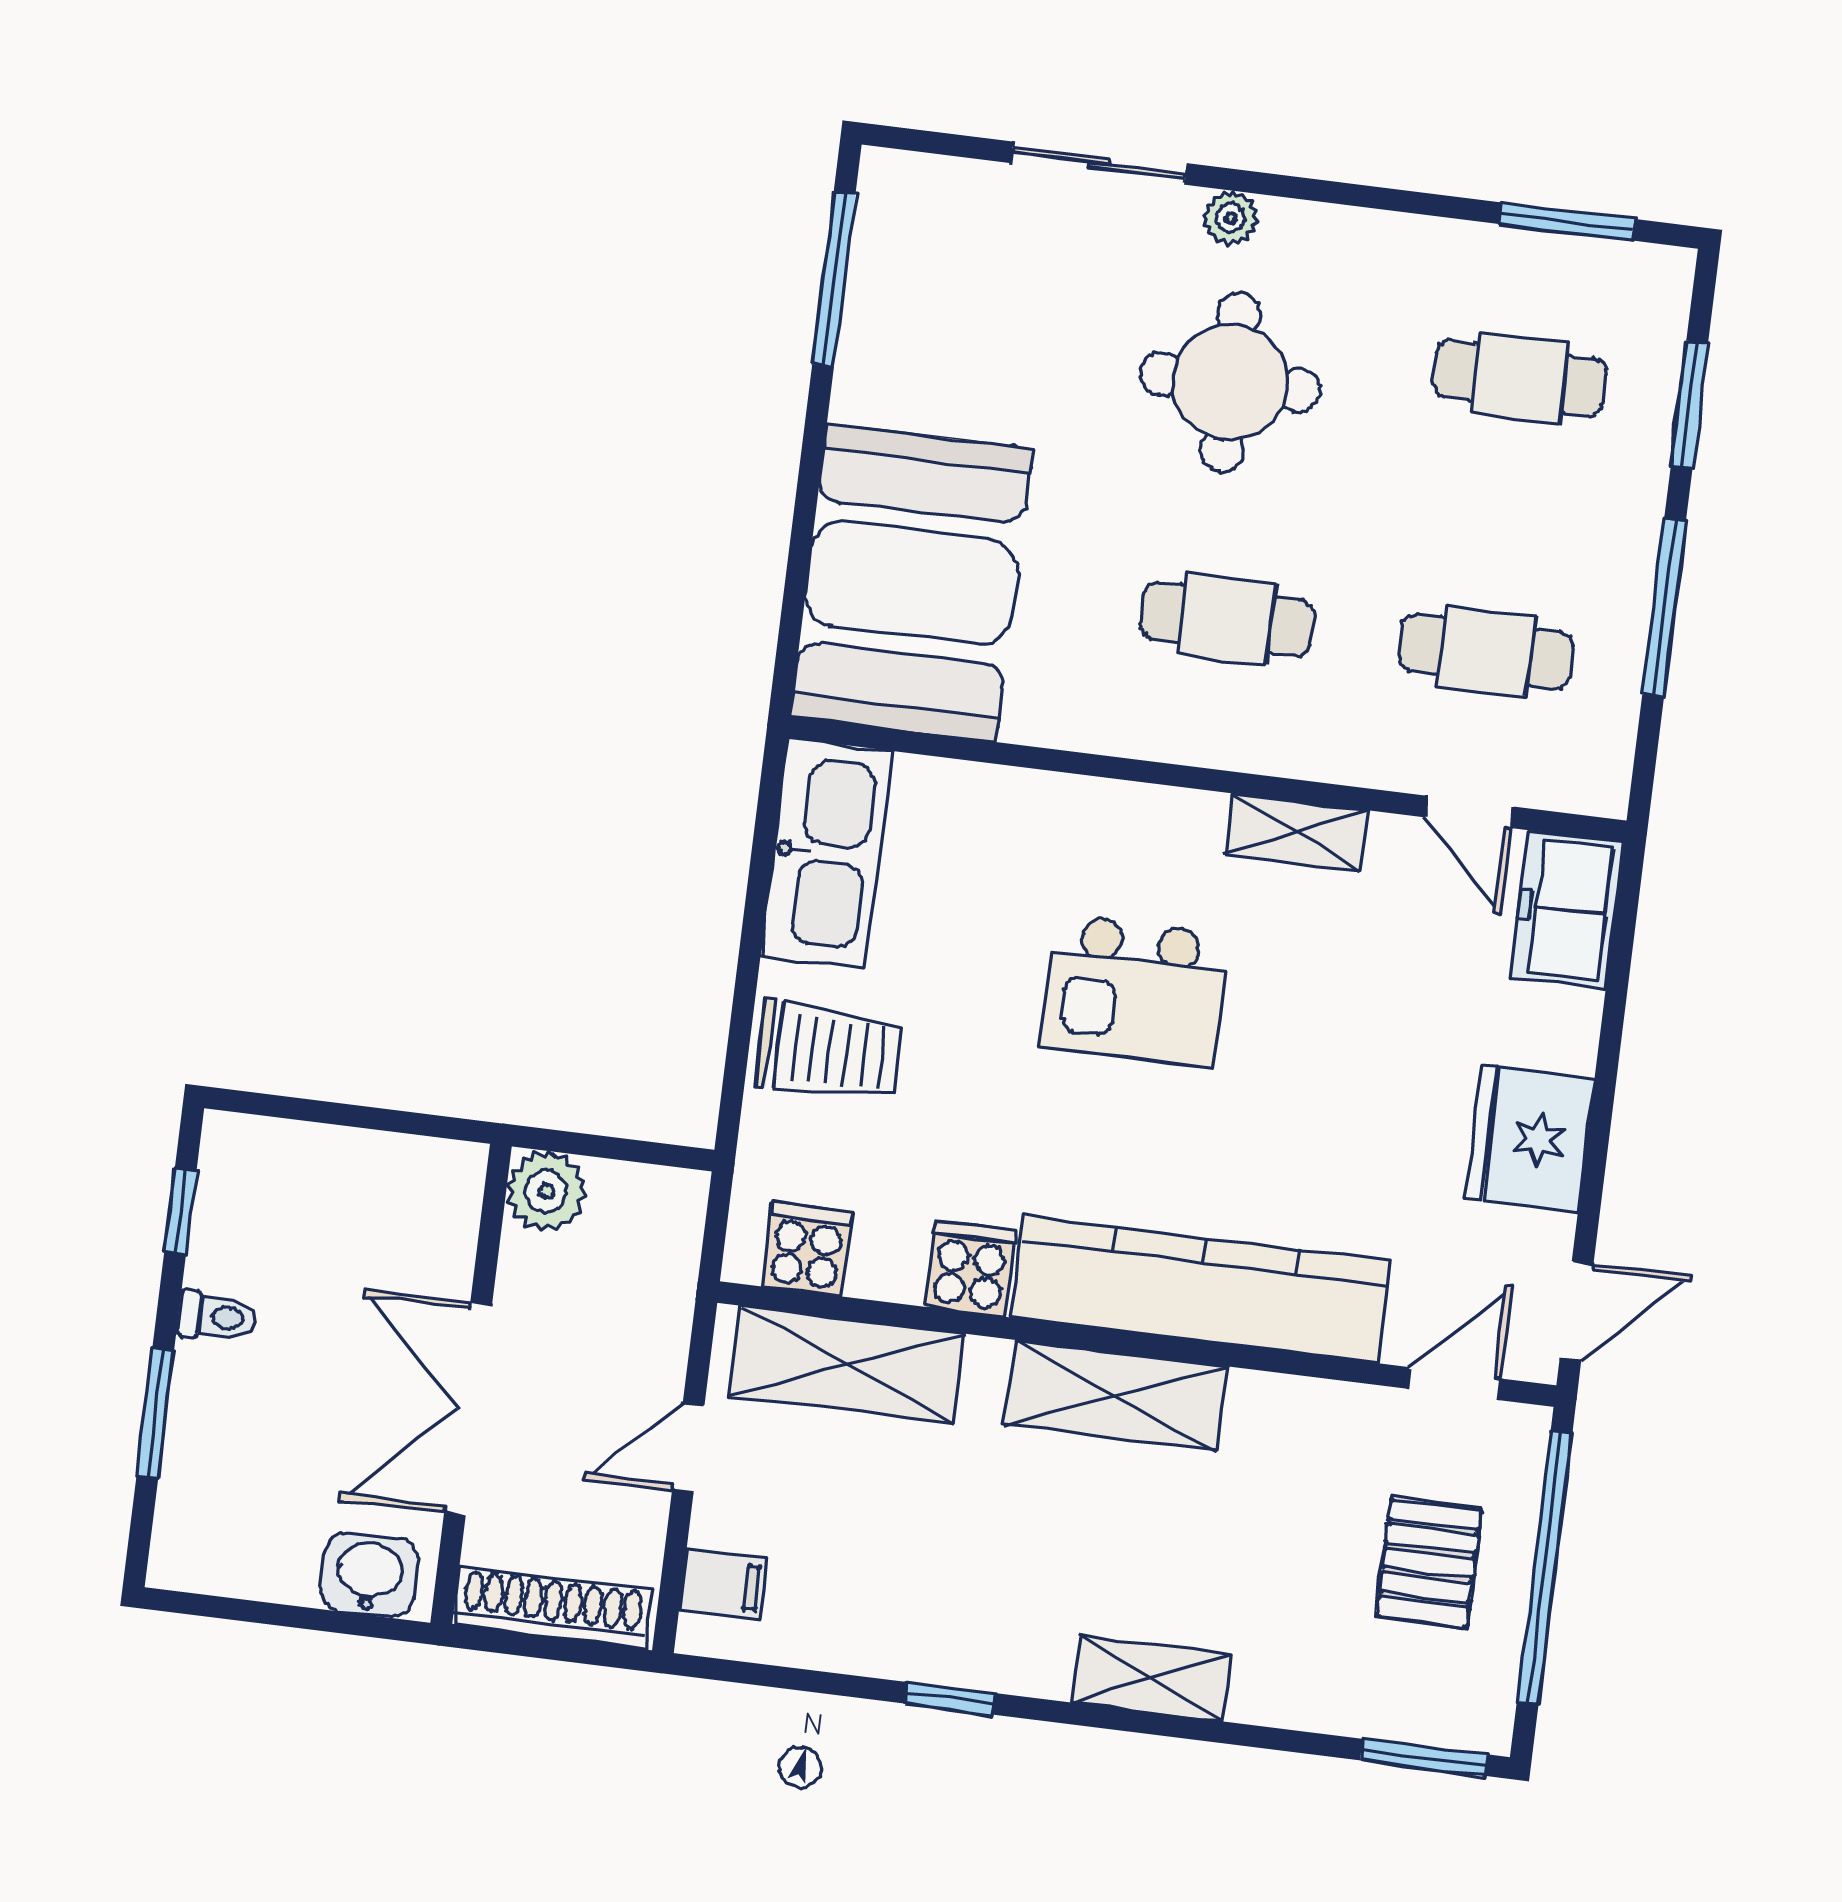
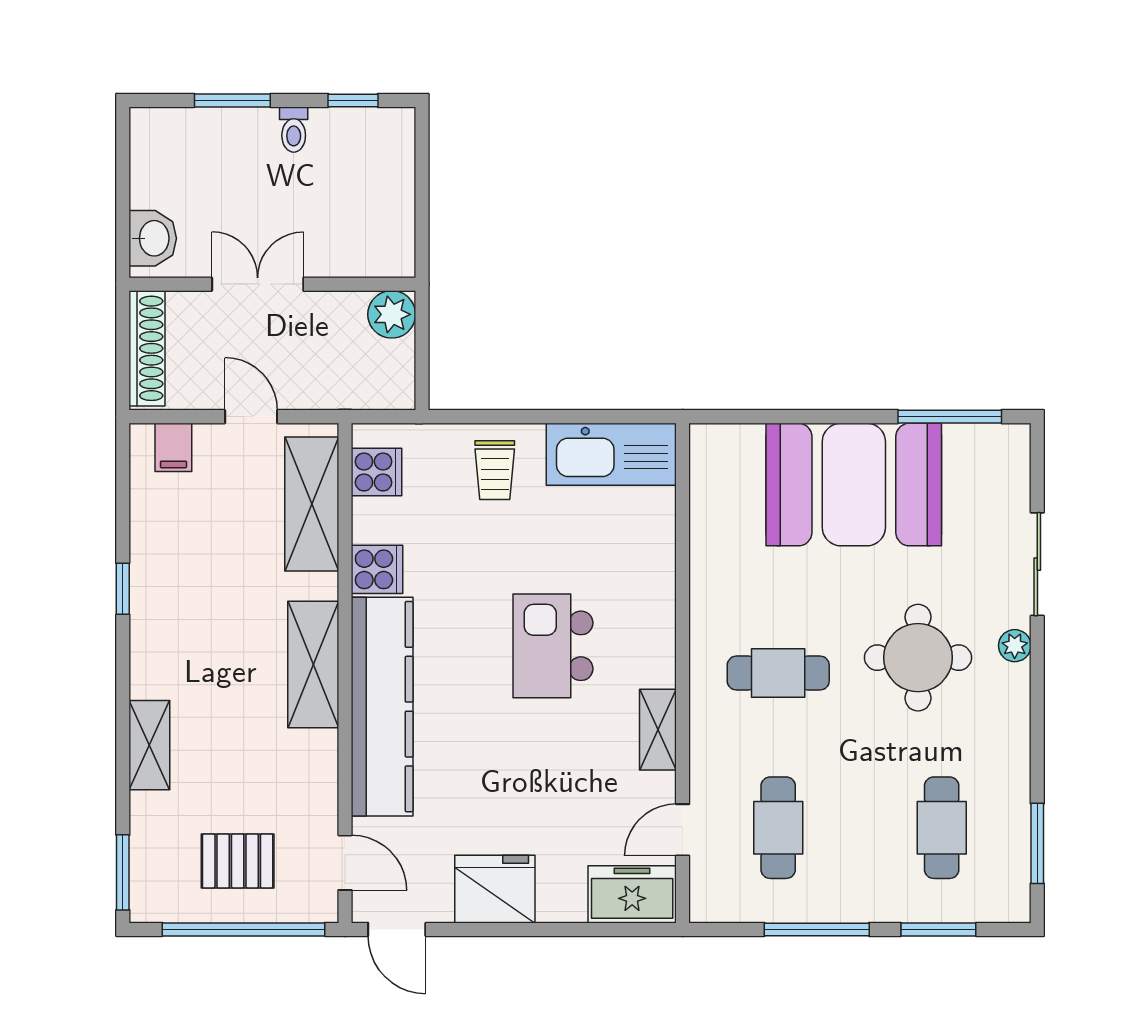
booth: (911, 583) -> (854, 485), moved
cafe table: (1227, 619) -> (778, 673), turned 90
trolley: (828, 1051) -> (495, 470), width x0.73, depth x0.72
double door: (468, 1409) -> (258, 284), width x0.73
shelving: (1151, 1678) -> (149, 745), moved

